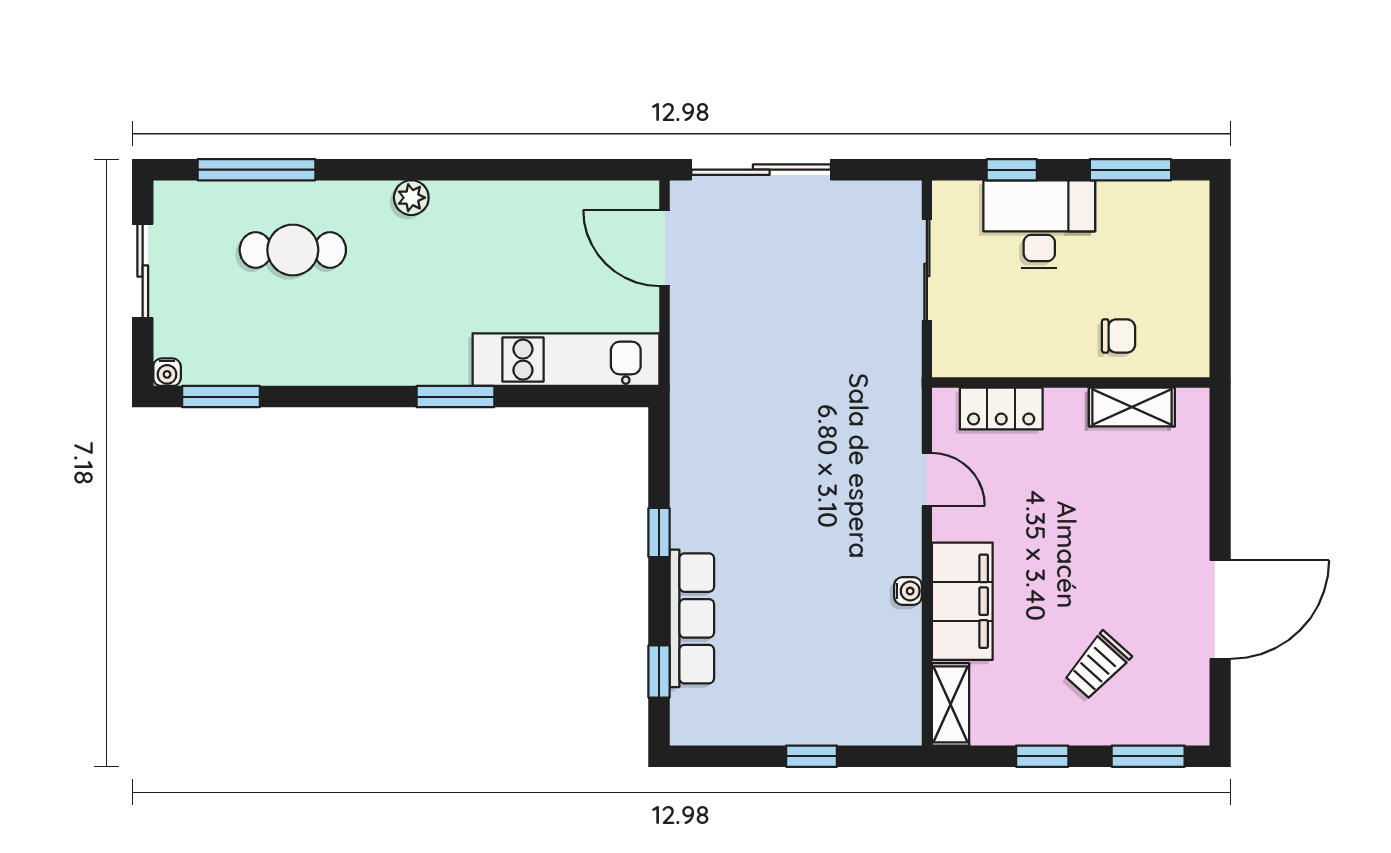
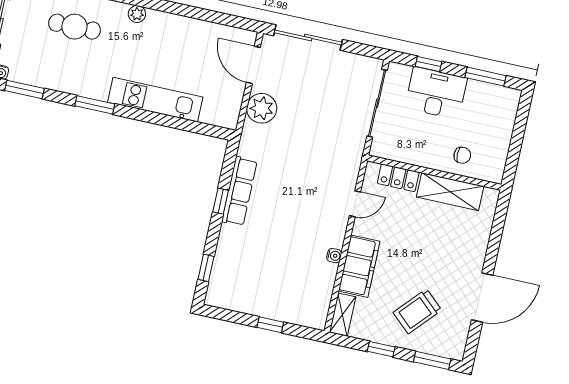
sliding door: (927, 270) -> (377, 103), width x1.37
plant: (700, 330) -> (262, 108), added
kitchen unit: (566, 360) -> (155, 100), moved
window: (455, 397) -> (95, 105), moved
shelving: (1132, 407) -> (450, 192), width x1.50, depth x1.33
door: (927, 479) -> (355, 204), hinge flipped
row of seats: (692, 618) -> (239, 191), moved
trolley: (1098, 665) -> (417, 311), width x1.36, depth x1.39

